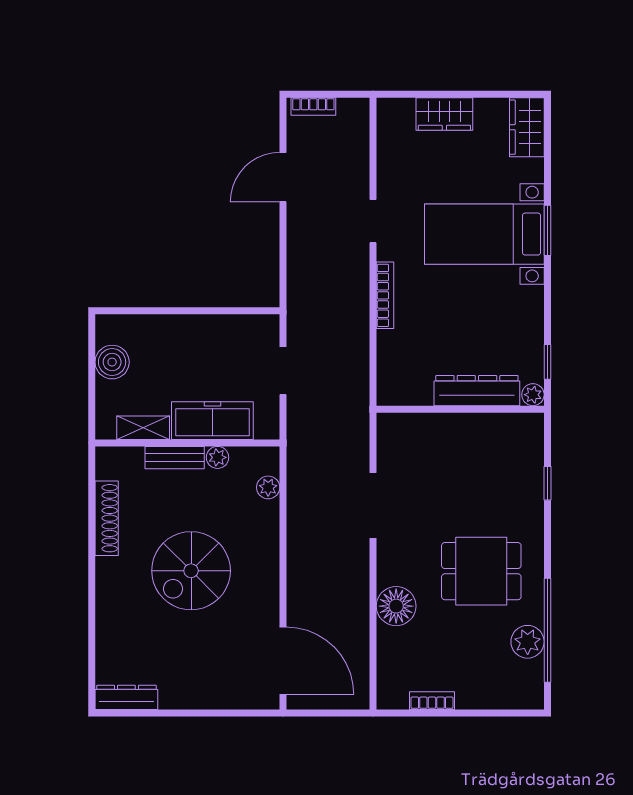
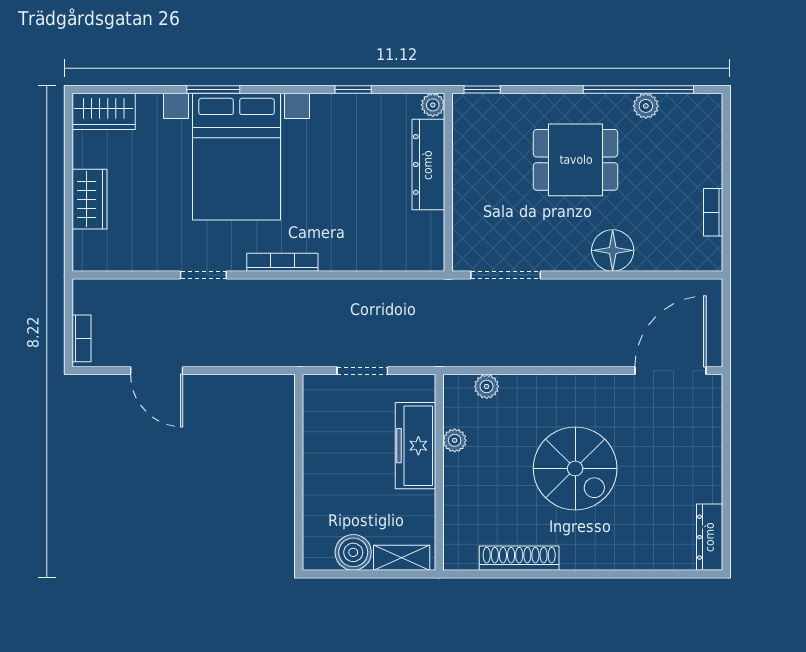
bed with nightstands: (484, 234) -> (236, 157), width x1.36
dresser: (477, 391) -> (428, 165), moved
plant: (533, 395) -> (433, 105), moved
wall: (460, 409) -> (448, 182), moved
shelving: (143, 428) -> (402, 558), moved, turned 90
bench: (175, 458) -> (455, 486), removed
dining table: (481, 571) -> (576, 160), turned 90
plant: (528, 642) -> (646, 106), width x0.73, depth x0.73

